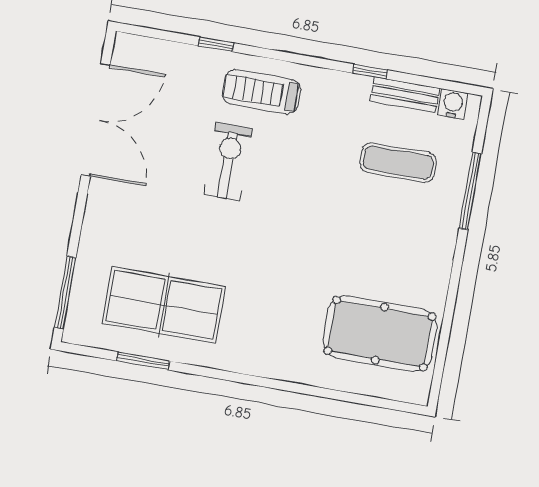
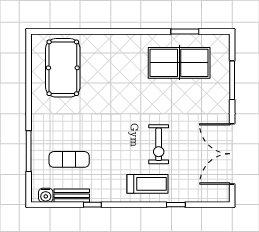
window: (65, 293) -> (232, 80), moved
pool table: (380, 334) -> (63, 68), turned 90

